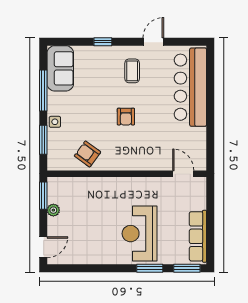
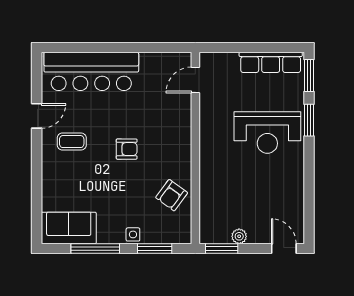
window: (103, 42) -> (37, 177), removed
door: (153, 42) -> (37, 116), swing flipped

